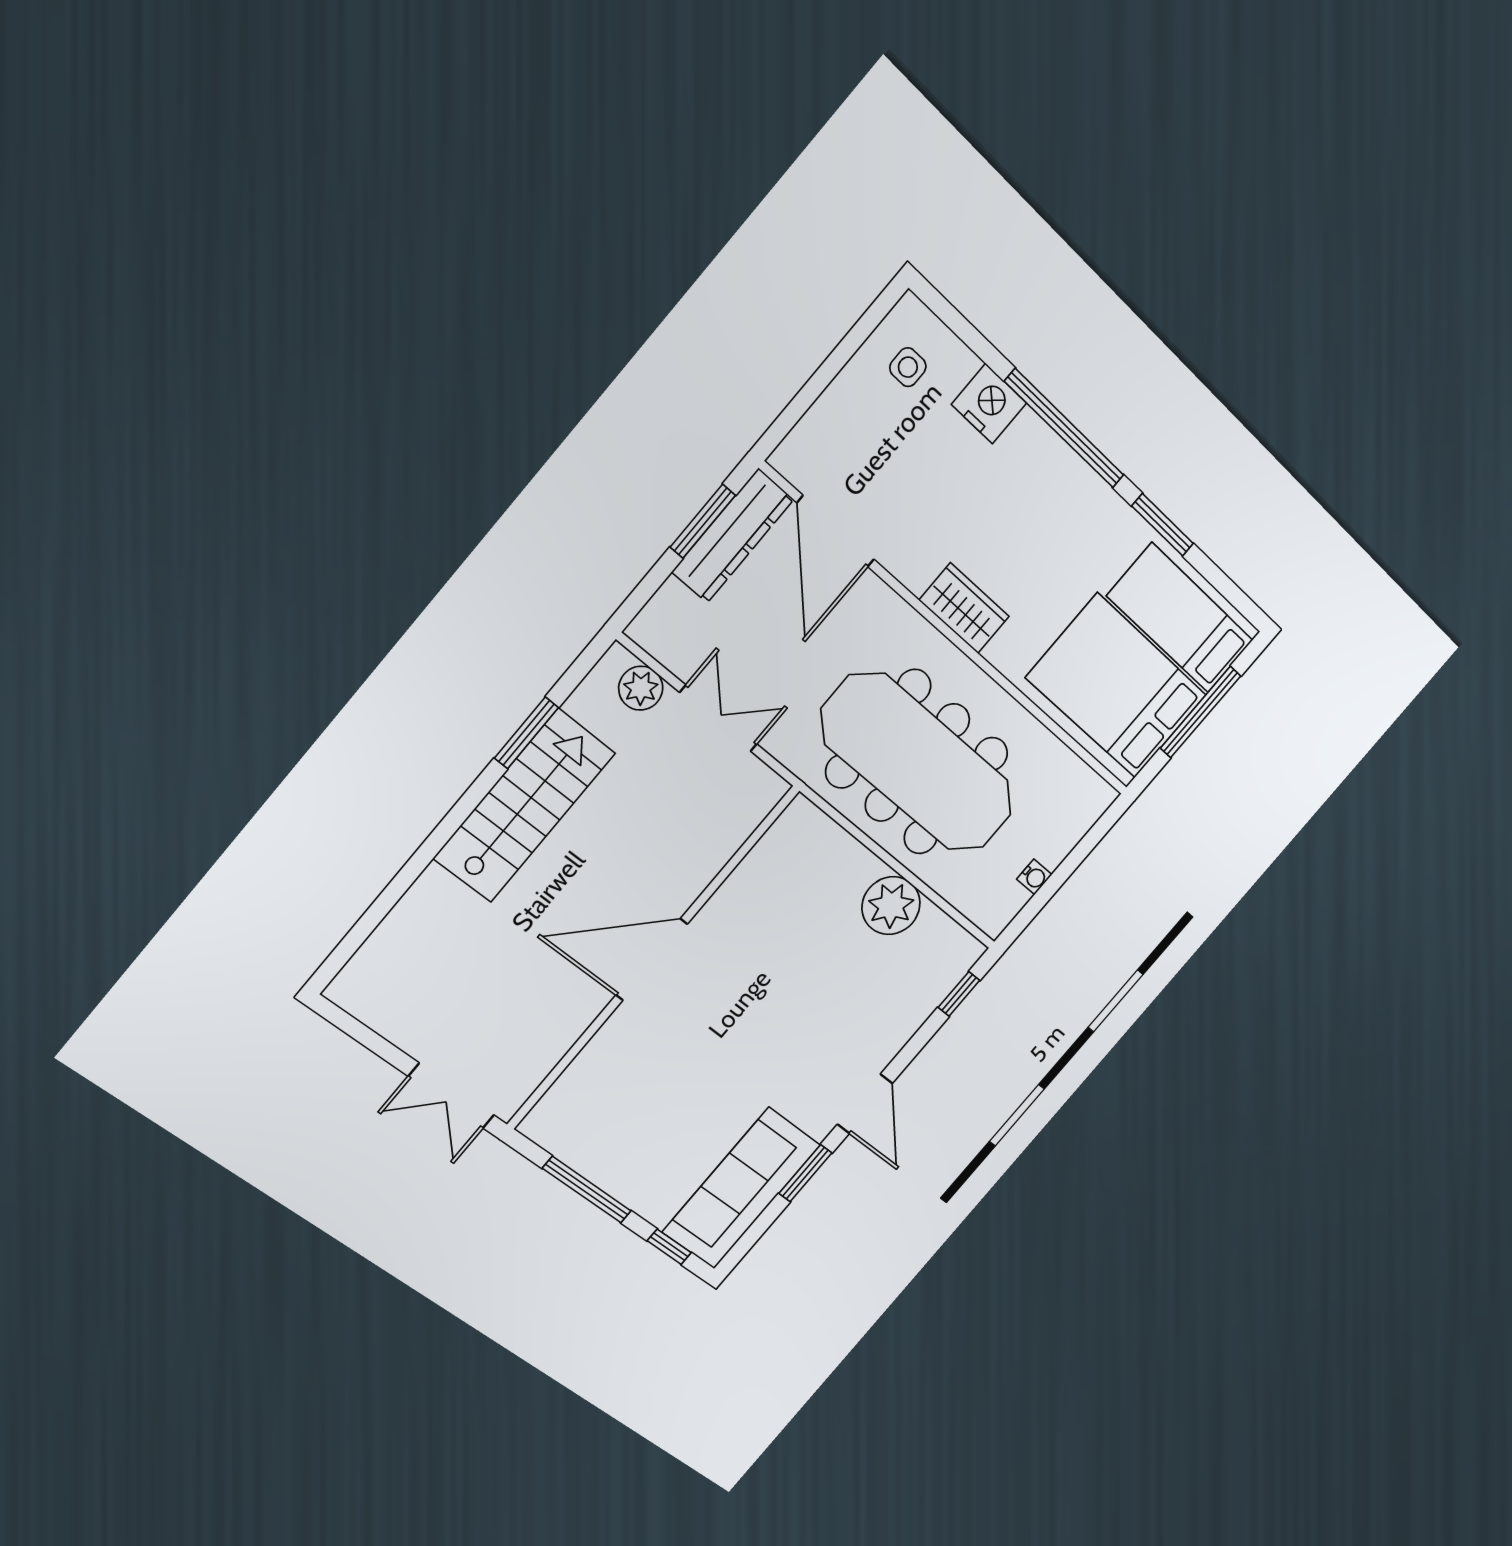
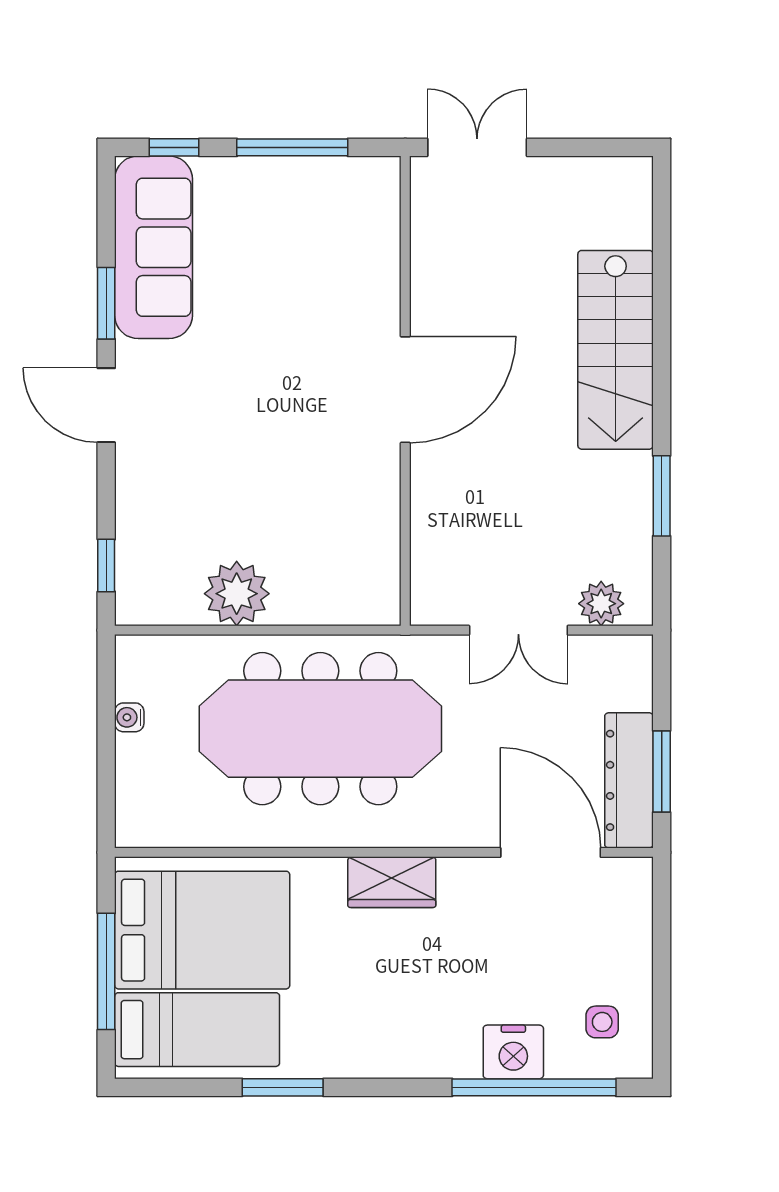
window: (1065, 429) -> (534, 1087), moved
stairs: (524, 806) -> (616, 350), moved

